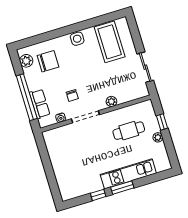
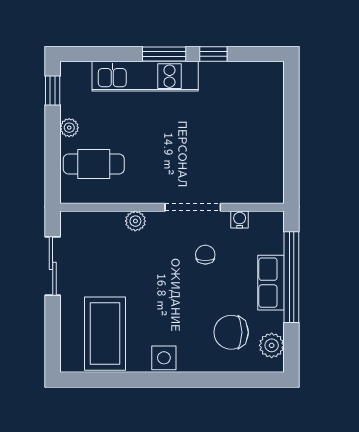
row of seats: (40, 104) -> (271, 283), moved
window: (162, 122) -> (53, 91), moved
cafe table: (129, 131) -> (94, 164), moved

